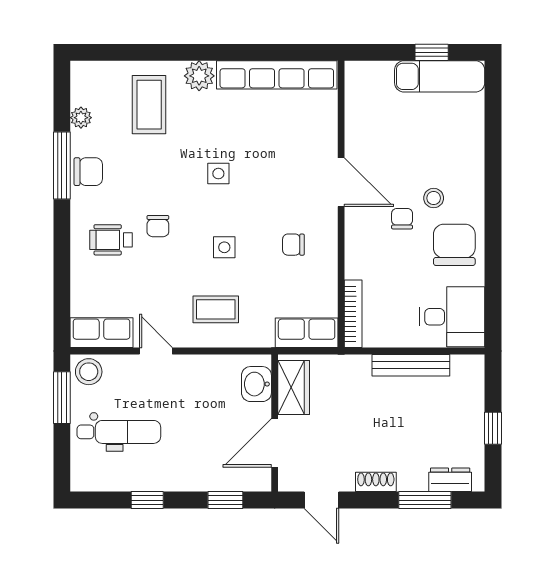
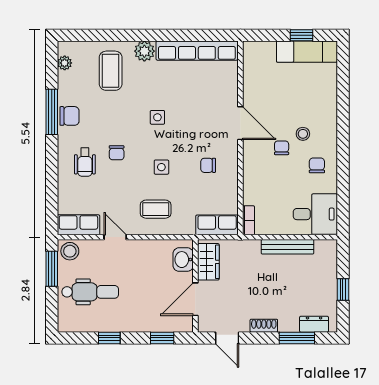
plant: (81, 118) -> (65, 63), moved
wheelchair: (111, 240) -> (85, 162), turned -90
chair: (454, 245) -> (317, 165), width x0.54, depth x0.54
bookcase: (353, 314) -> (249, 220), width x0.64

